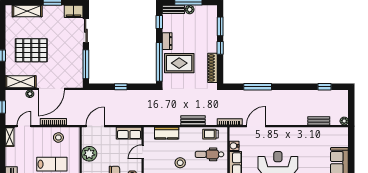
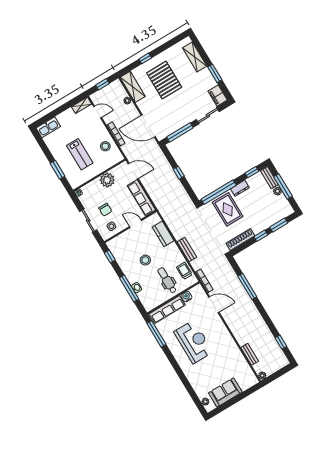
door: (51, 89) -> (148, 126), moved
row of seats: (129, 133) -> (141, 198), width x1.48

